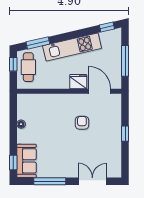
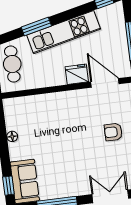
window: (38, 43) -> (36, 27), moved
armchair: (82, 123) -> (113, 132), moved, turned -90

